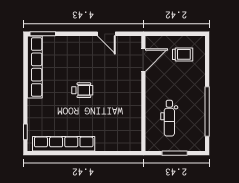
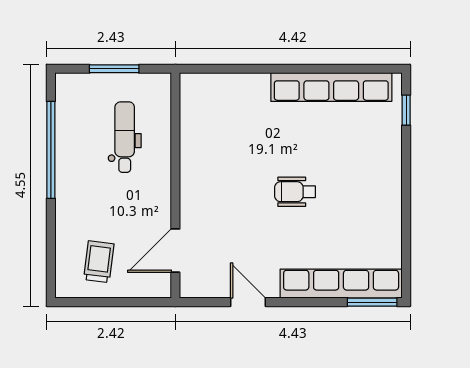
trolley: (183, 54) -> (99, 262), turned 97
row of seats: (35, 67) -> (341, 284), moved, turned 90

